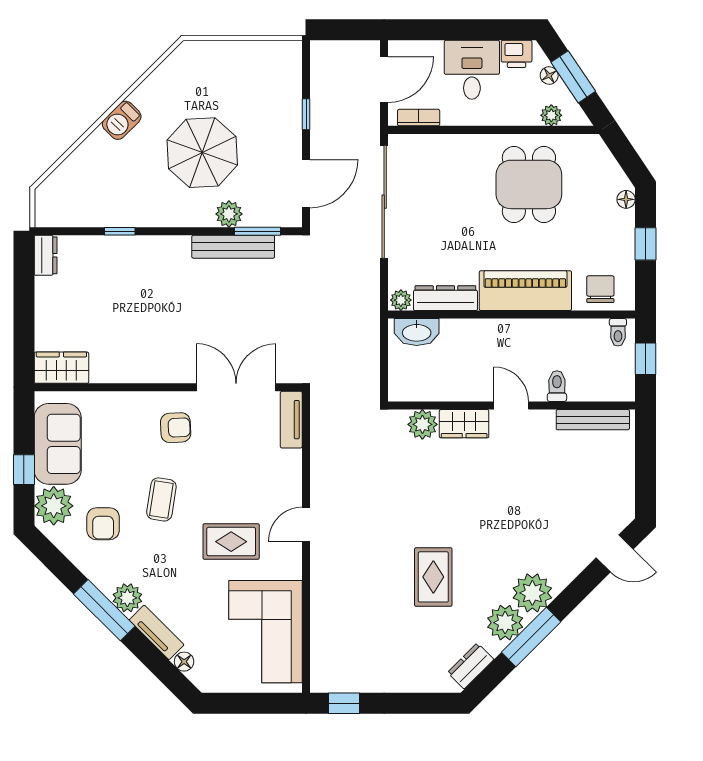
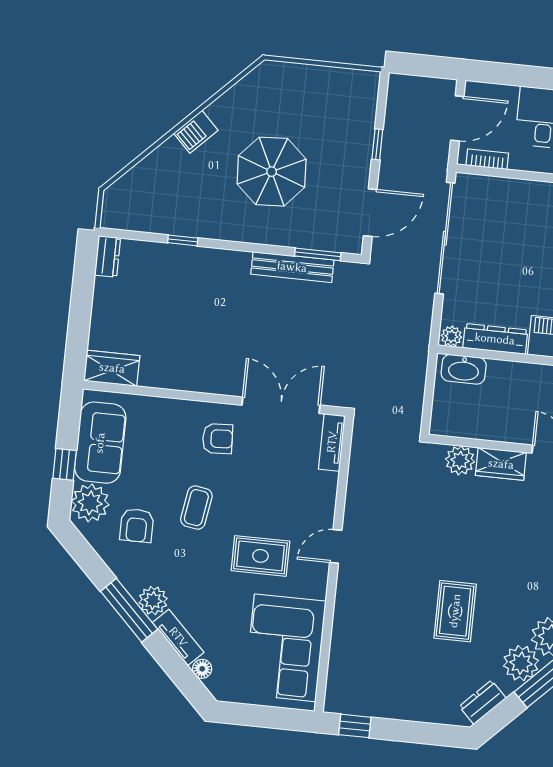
plant: (229, 214) -> (292, 234), removed

